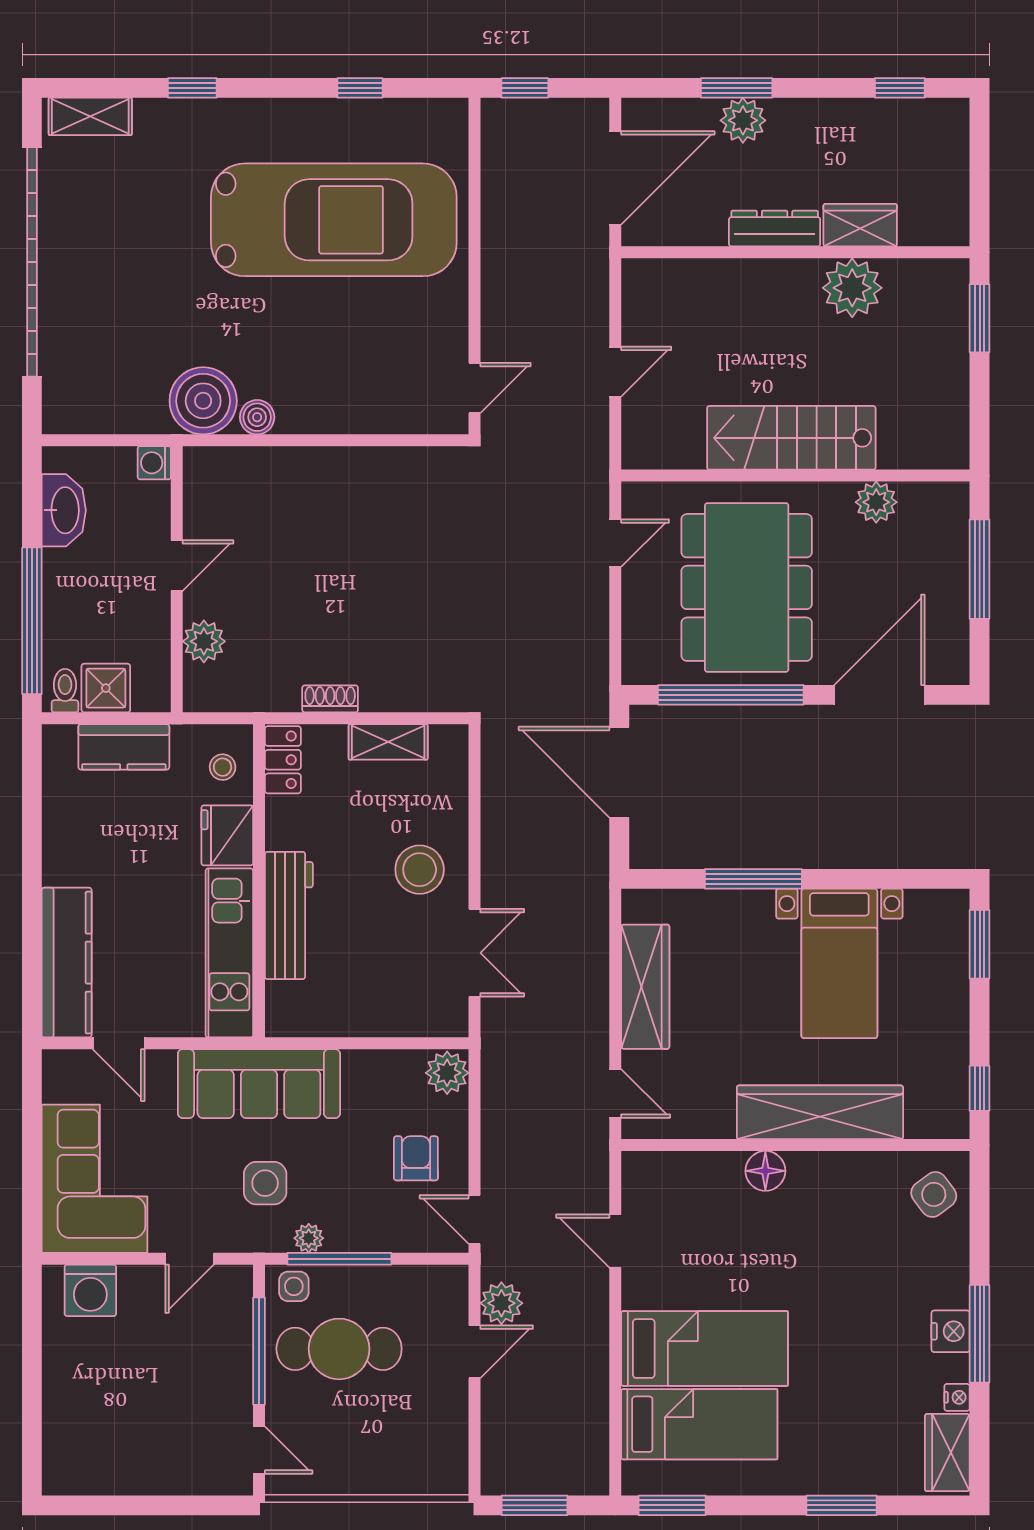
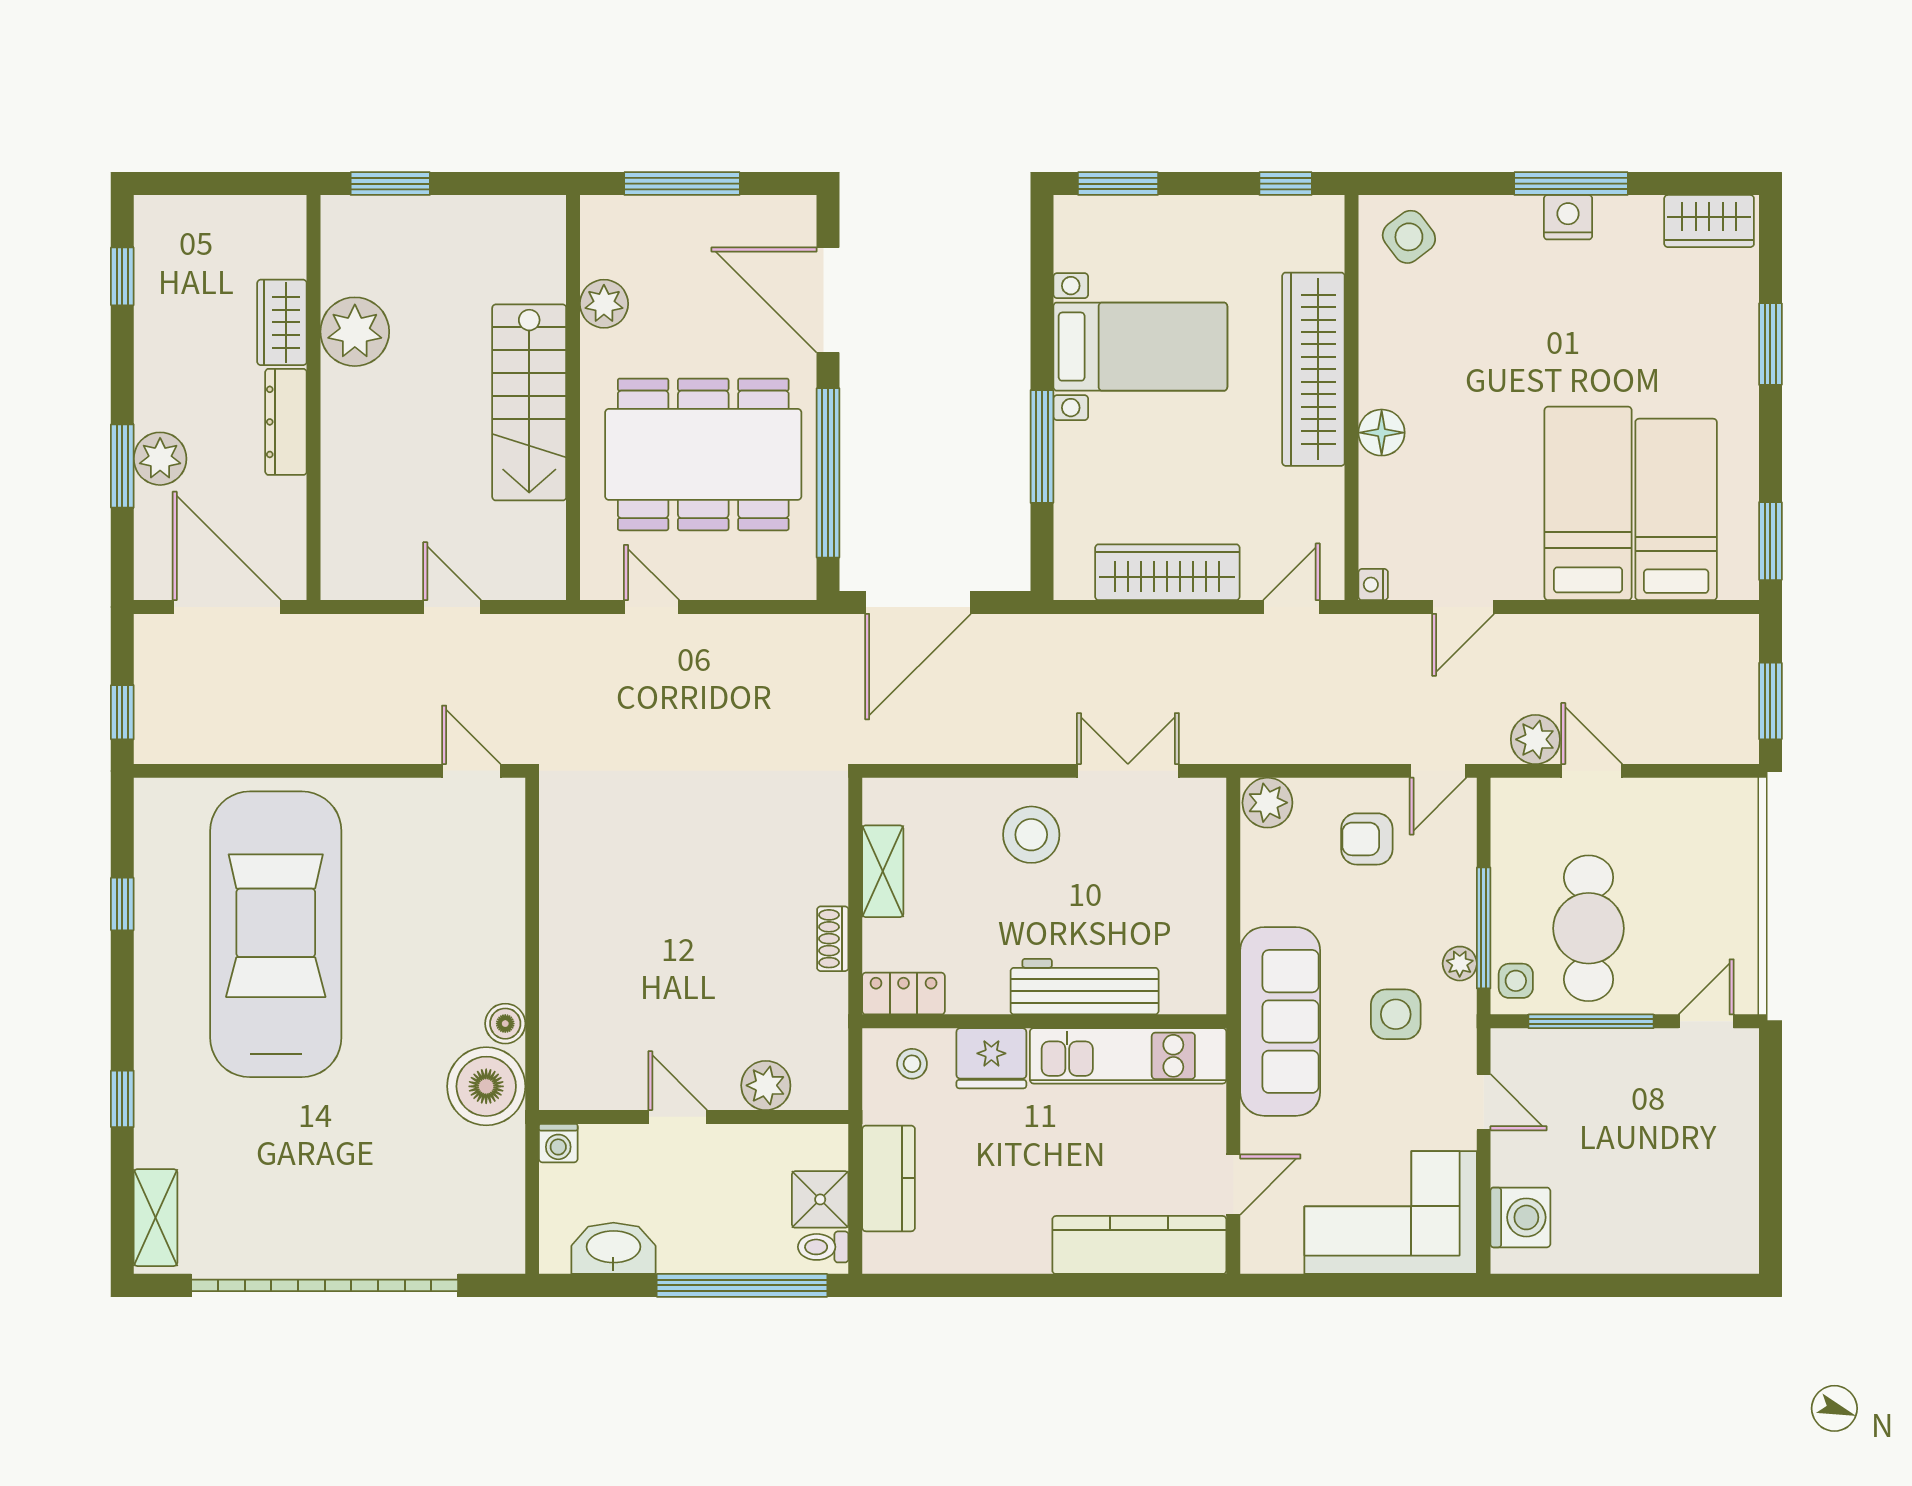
nightstand: (957, 1397) -> (1373, 585), moved, turned -90

